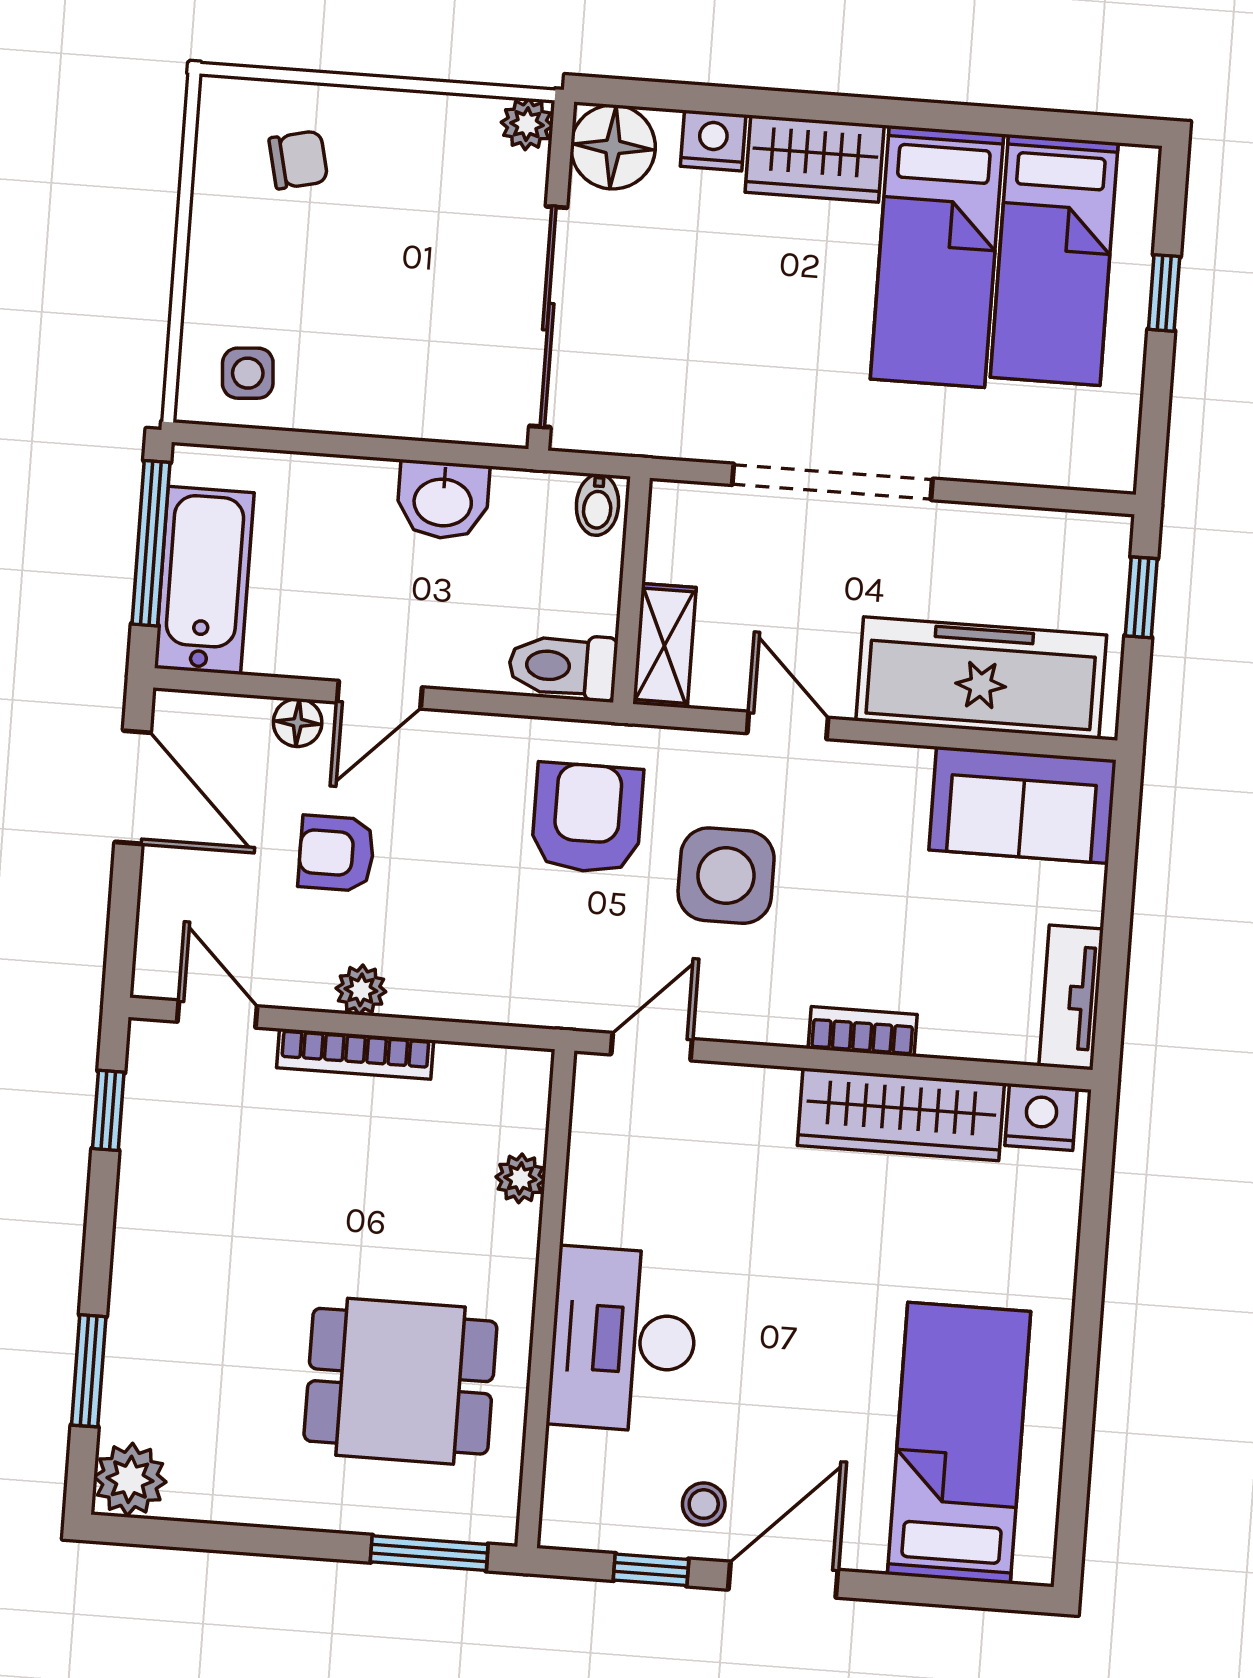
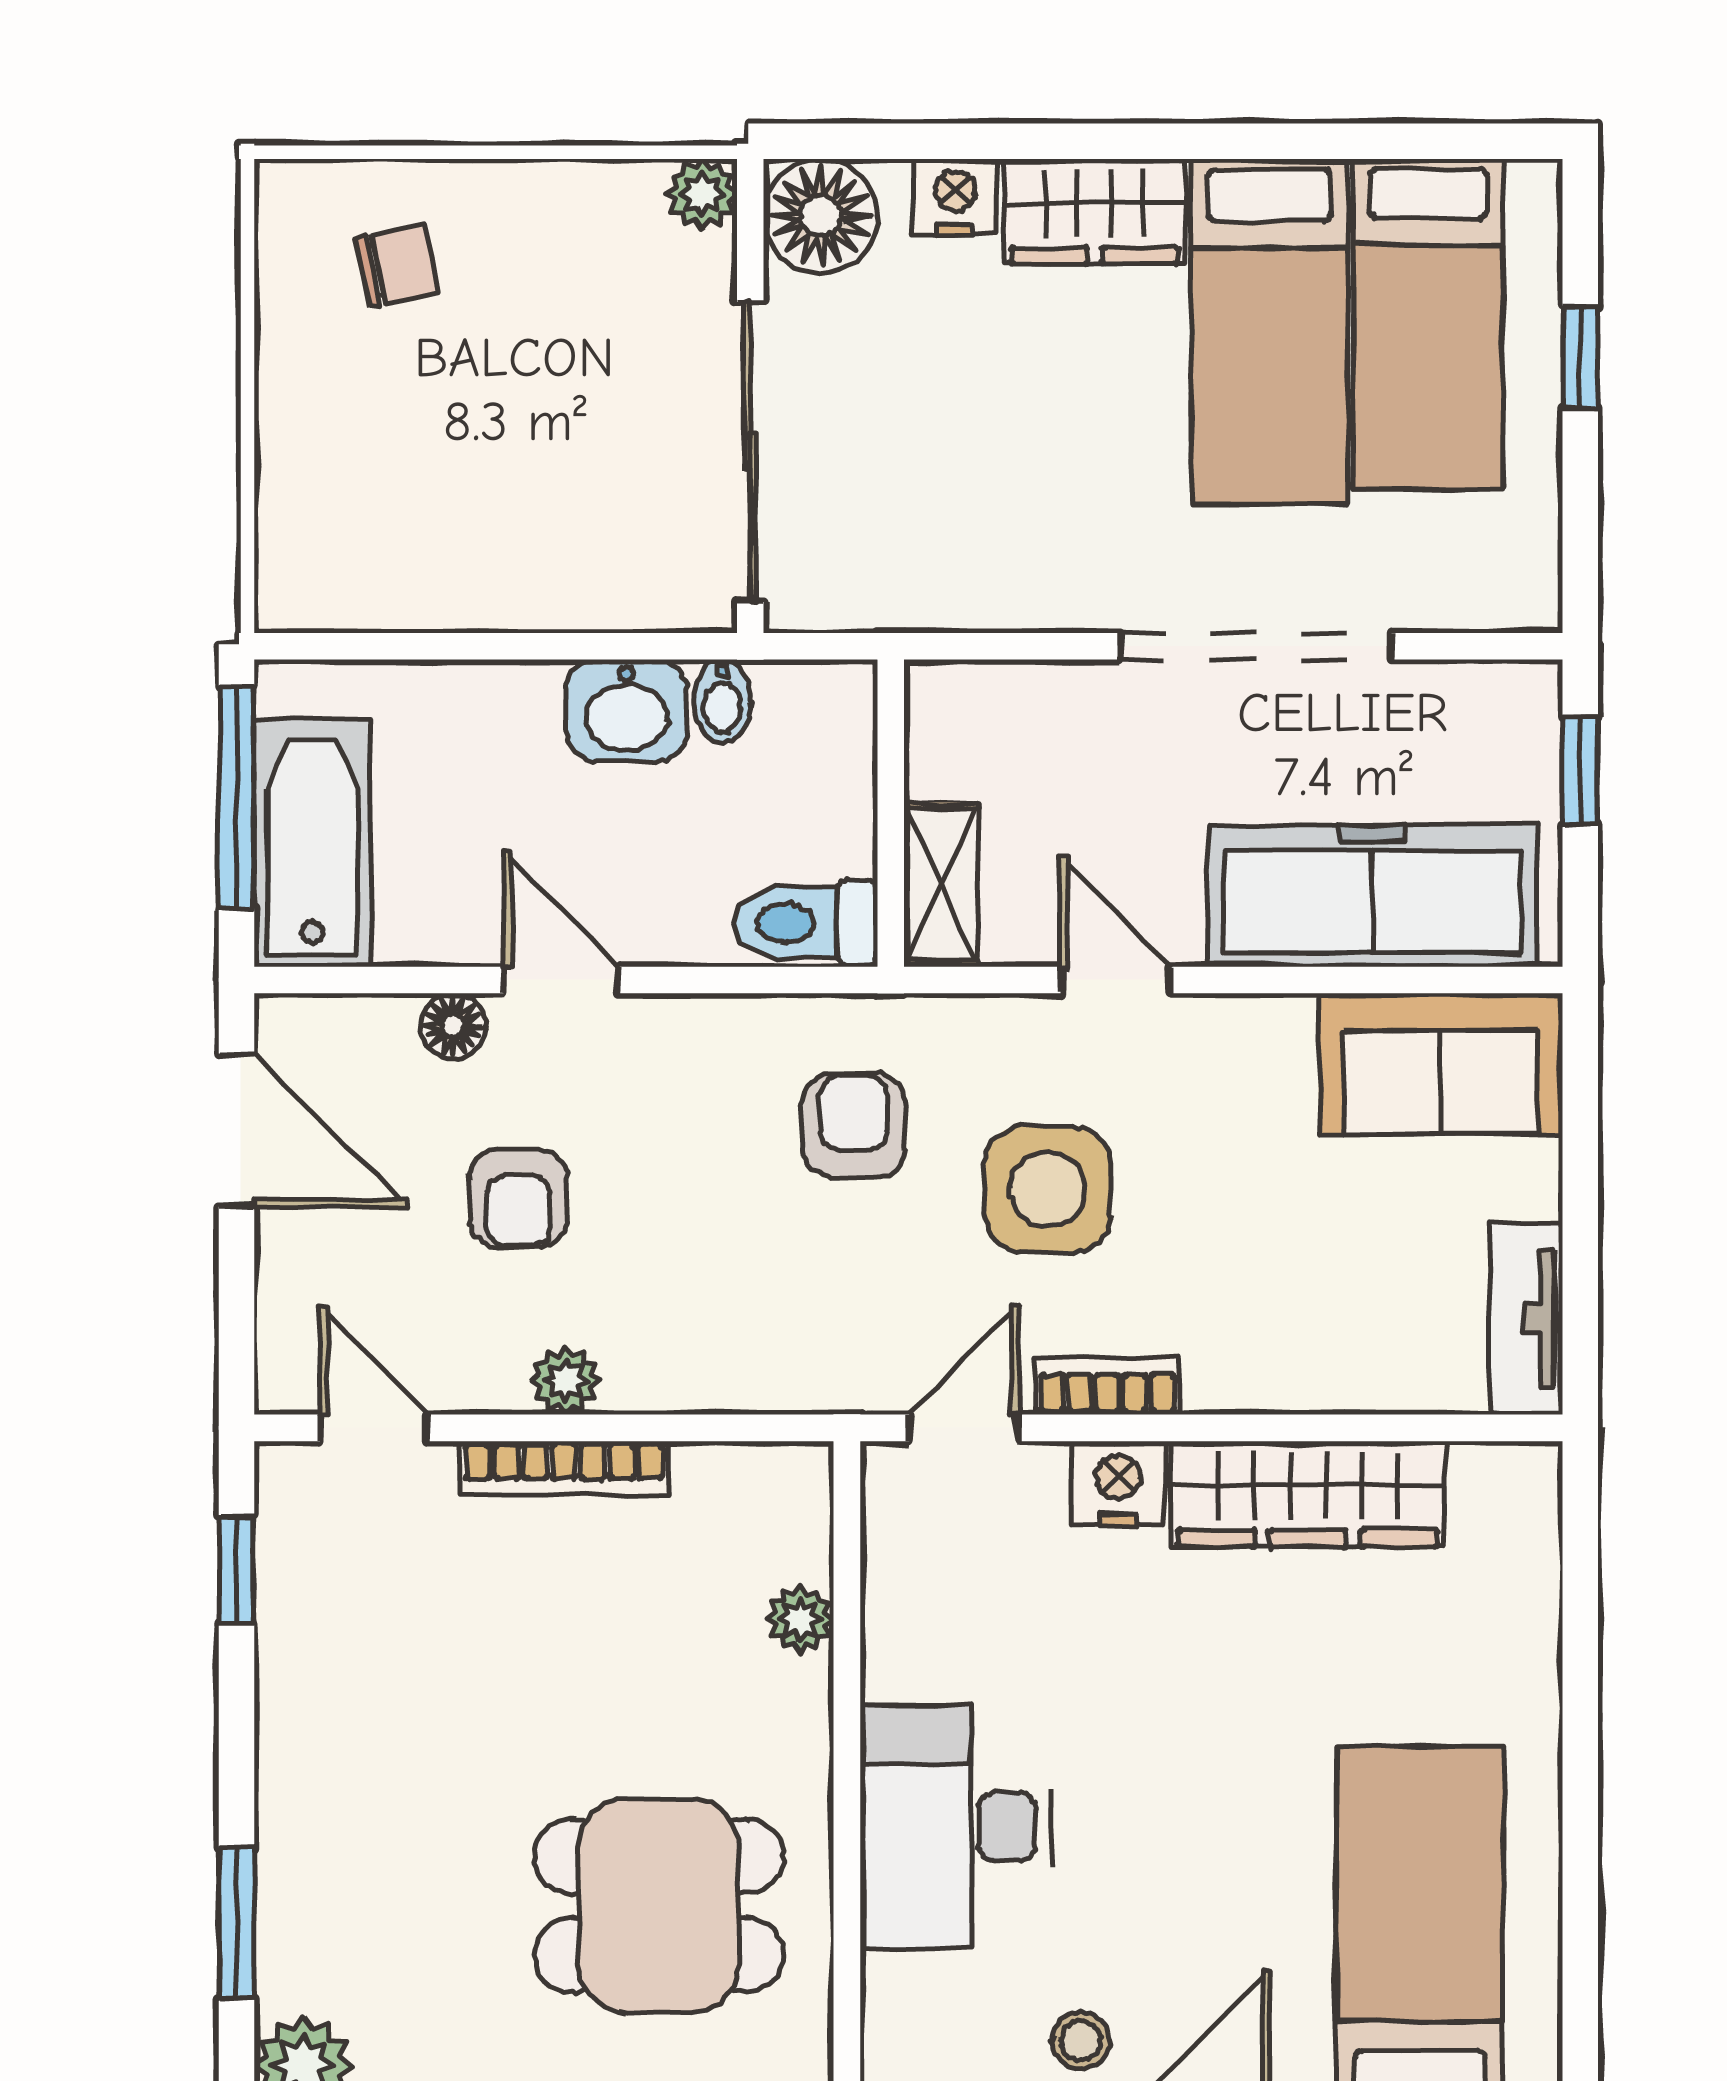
side table: (248, 373) -> (350, 559), removed
doorway: (832, 482) -> (1256, 646), moved
bidet: (597, 505) -> (722, 701), moved
door: (380, 695) -> (561, 980), swing flipped
armchair: (587, 818) -> (854, 1126), width x0.72, depth x0.72
armchair: (336, 853) -> (519, 1199), turned -90
bookcase: (863, 1031) -> (1107, 1386), moved
nightstand: (1041, 1117) -> (1118, 1483), moved

